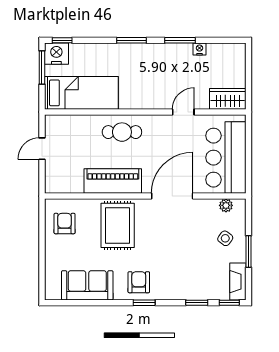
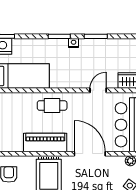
nightstand: (199, 49) -> (74, 43), moved
door: (172, 196) -> (90, 154), hinge flipped

